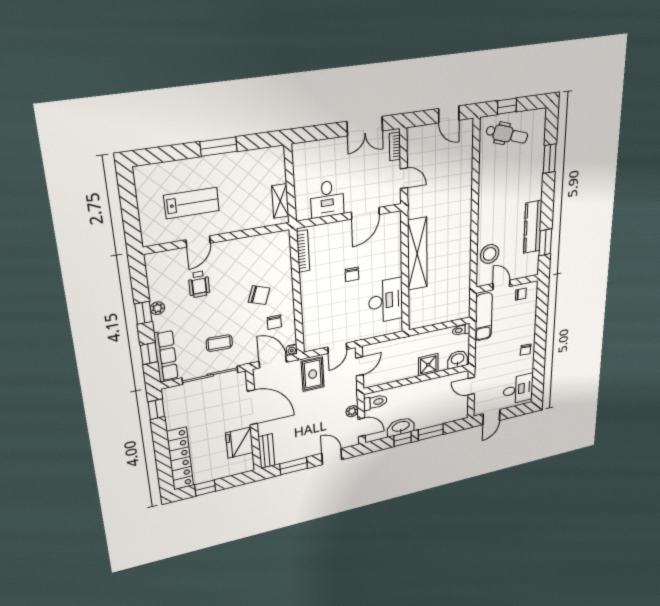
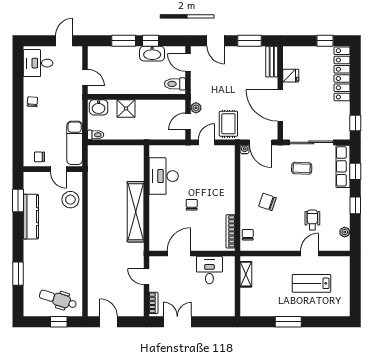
plant: (157, 308) -> (345, 232), moved
chair: (274, 322) -> (248, 235), moved
plant: (352, 411) -> (196, 108), moved
fridge: (239, 443) -> (291, 76), width x0.53, depth x0.75

